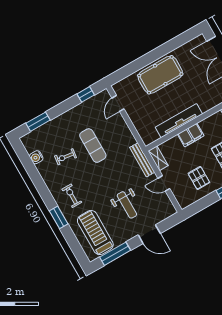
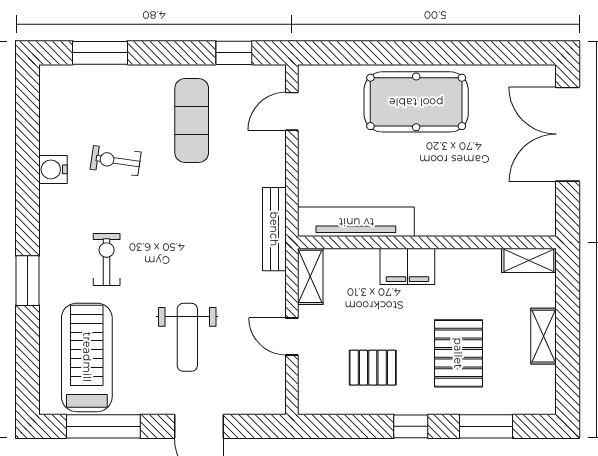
tv unit: (179, 121) -> (356, 222), moved
exercise mat: (93, 146) -> (192, 121), moved
water cooler: (36, 157) -> (53, 169), moved
bench: (142, 160) -> (274, 229), moved
pallet: (199, 178) -> (373, 368), turned 90
exercise bike: (72, 196) -> (107, 259), moved

